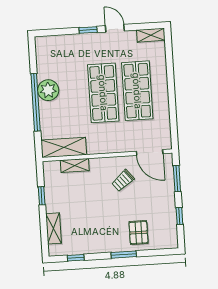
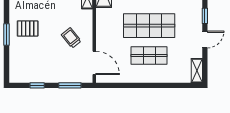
shop shelf: (137, 91) -> (149, 56), width x0.70, depth x0.74
door: (150, 153) -> (94, 63), swing flipped
pallet: (138, 233) -> (28, 29), moved

